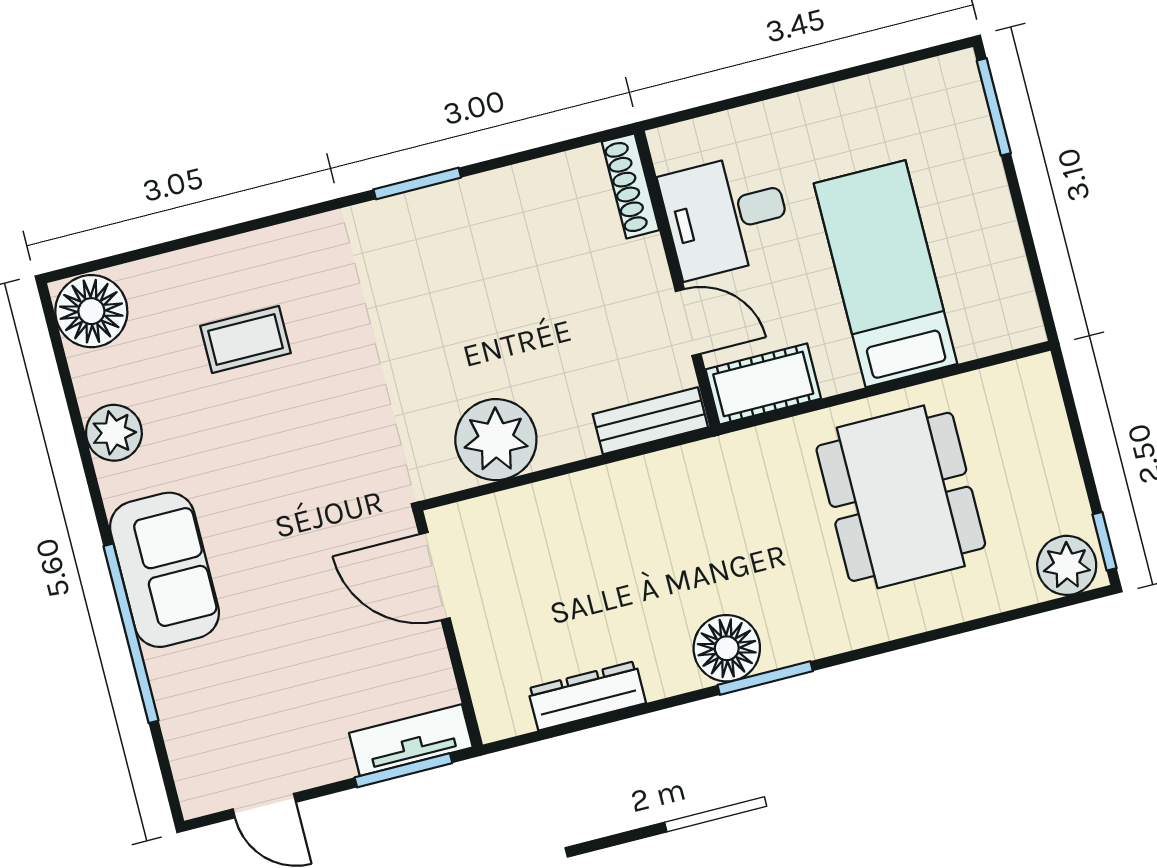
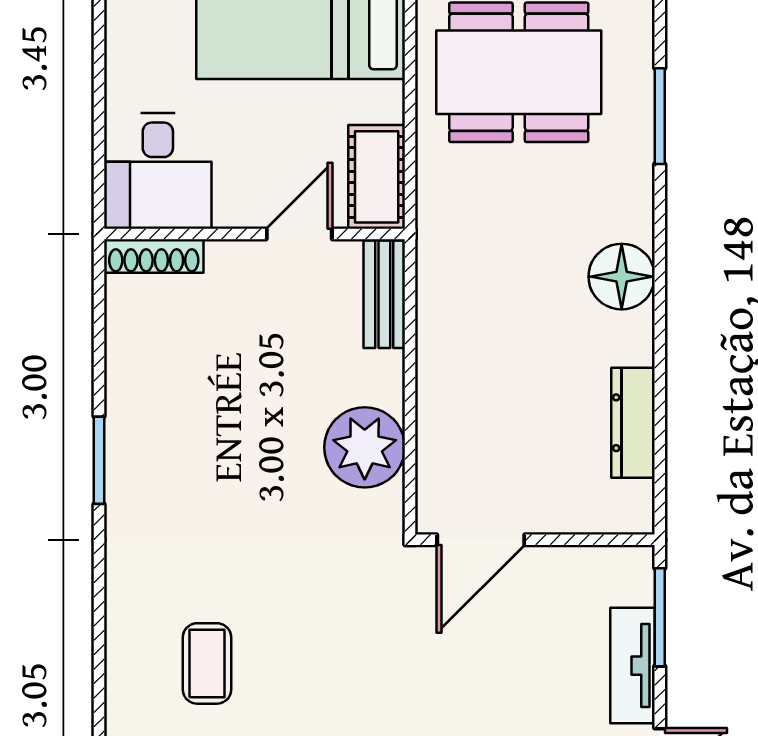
desk: (726, 215) -> (158, 171), moved
window: (765, 678) -> (660, 116), moved
tv unit: (411, 740) -> (633, 666), moved

